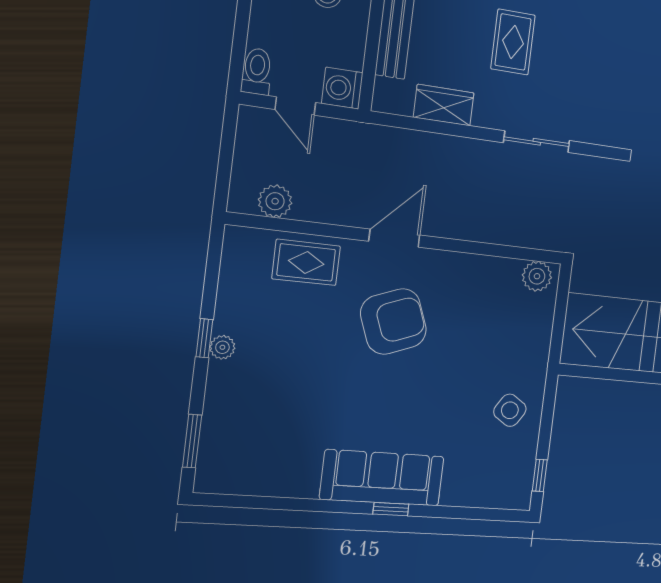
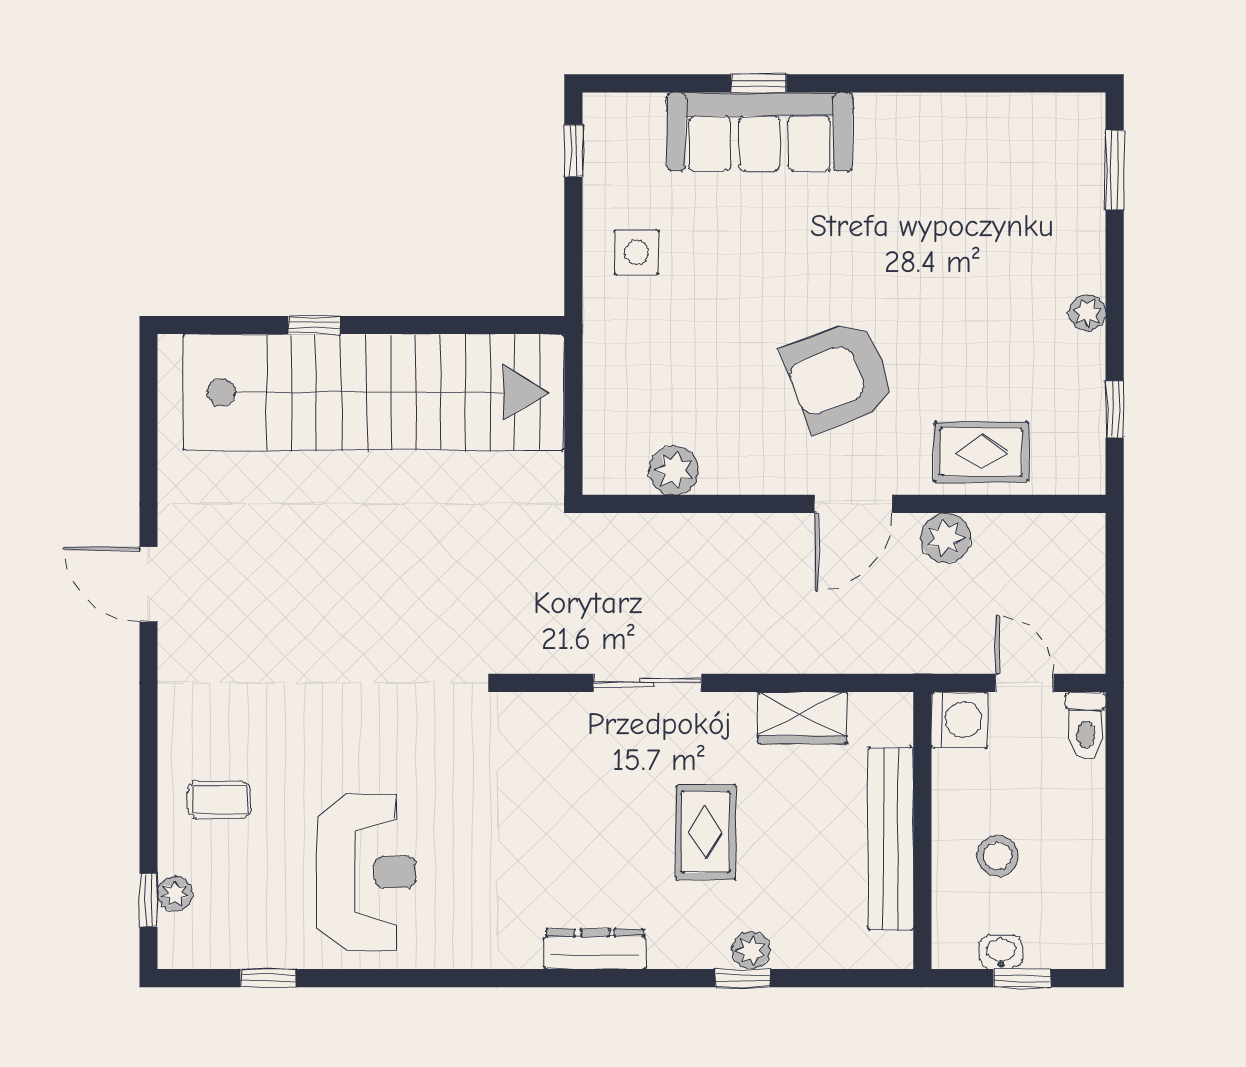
plant: (275, 201) -> (946, 538), moved
plant: (537, 276) -> (674, 470), moved
window: (204, 338) -> (1115, 409), moved
side table: (510, 410) -> (637, 252), turned -33
sofa: (382, 478) -> (759, 132), moved
window: (391, 509) -> (759, 83), moved

